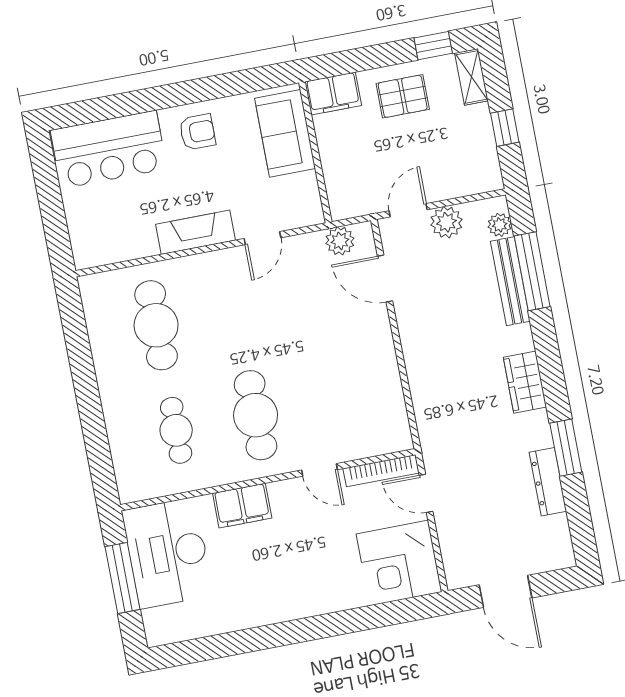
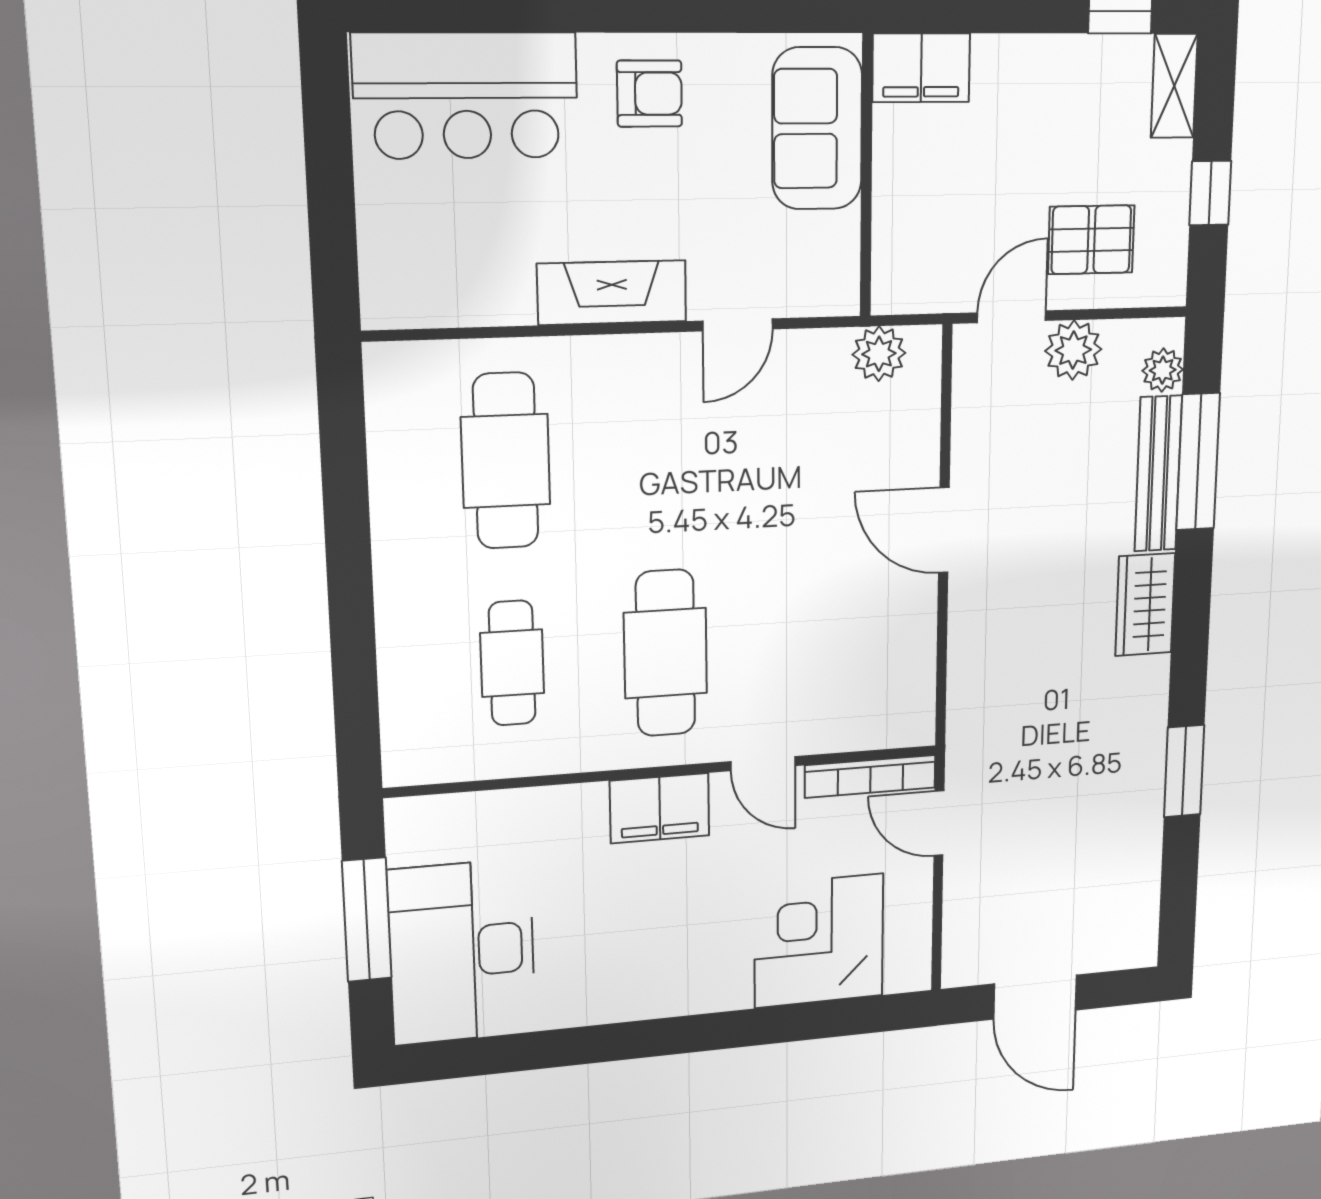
pallet: (403, 96) -> (1091, 240), moved
door: (385, 279) -> (944, 530), moved
wardrobe: (525, 382) -> (1145, 605), moved
dresser: (548, 482) -> (1143, 824), removed
filing cabinet: (242, 506) -> (660, 808), moved
desk: (167, 553) -> (462, 952), moved
corner desk: (399, 563) -> (819, 941), moved, turned 90

